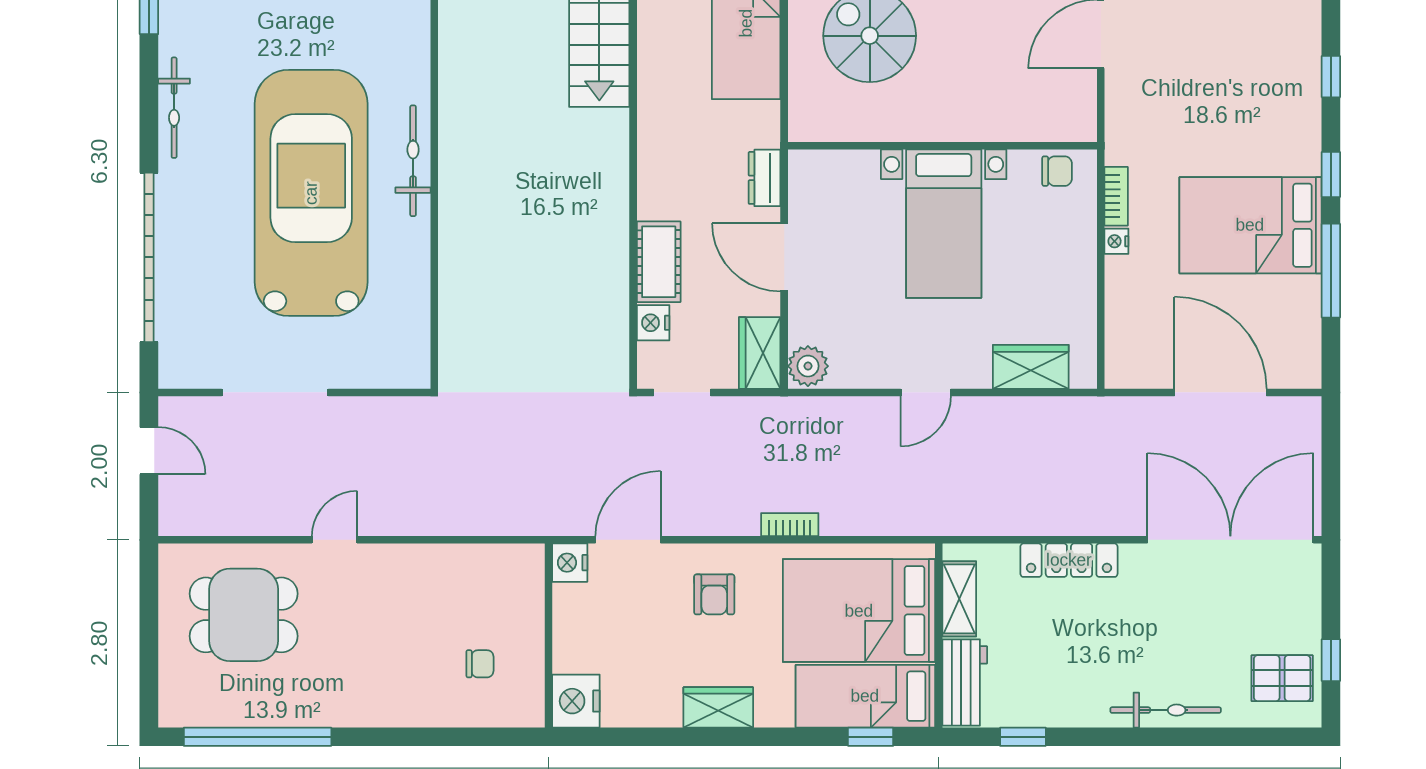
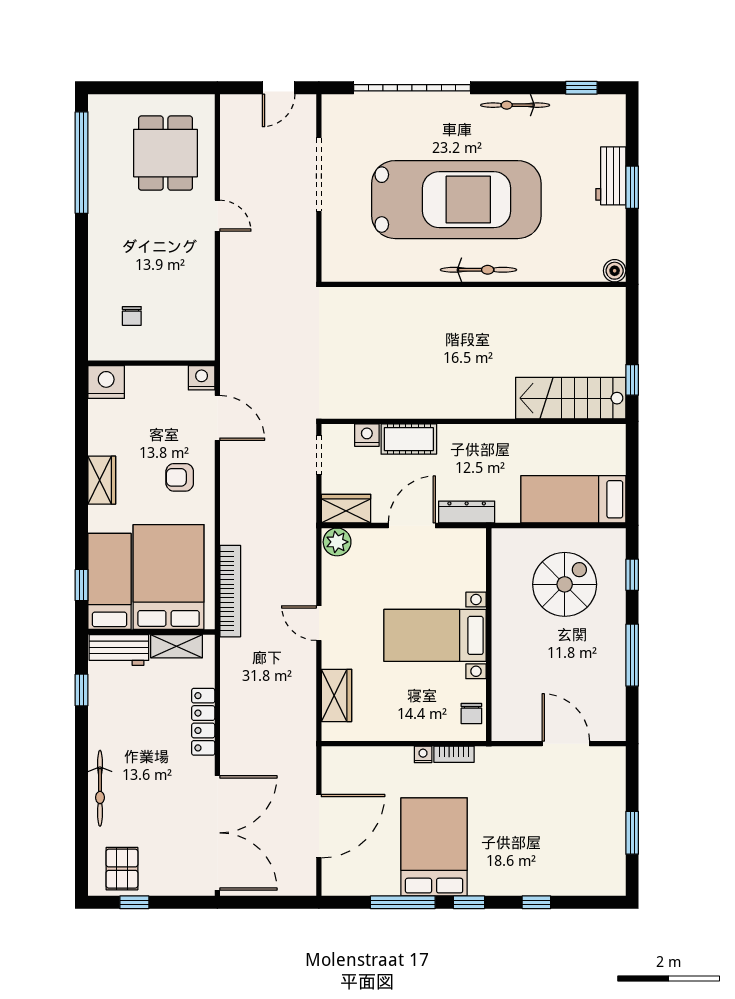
dresser: (765, 178) -> (467, 512), width x1.44
bookcase: (790, 525) -> (230, 591), moved, width x2.31, depth x1.31

